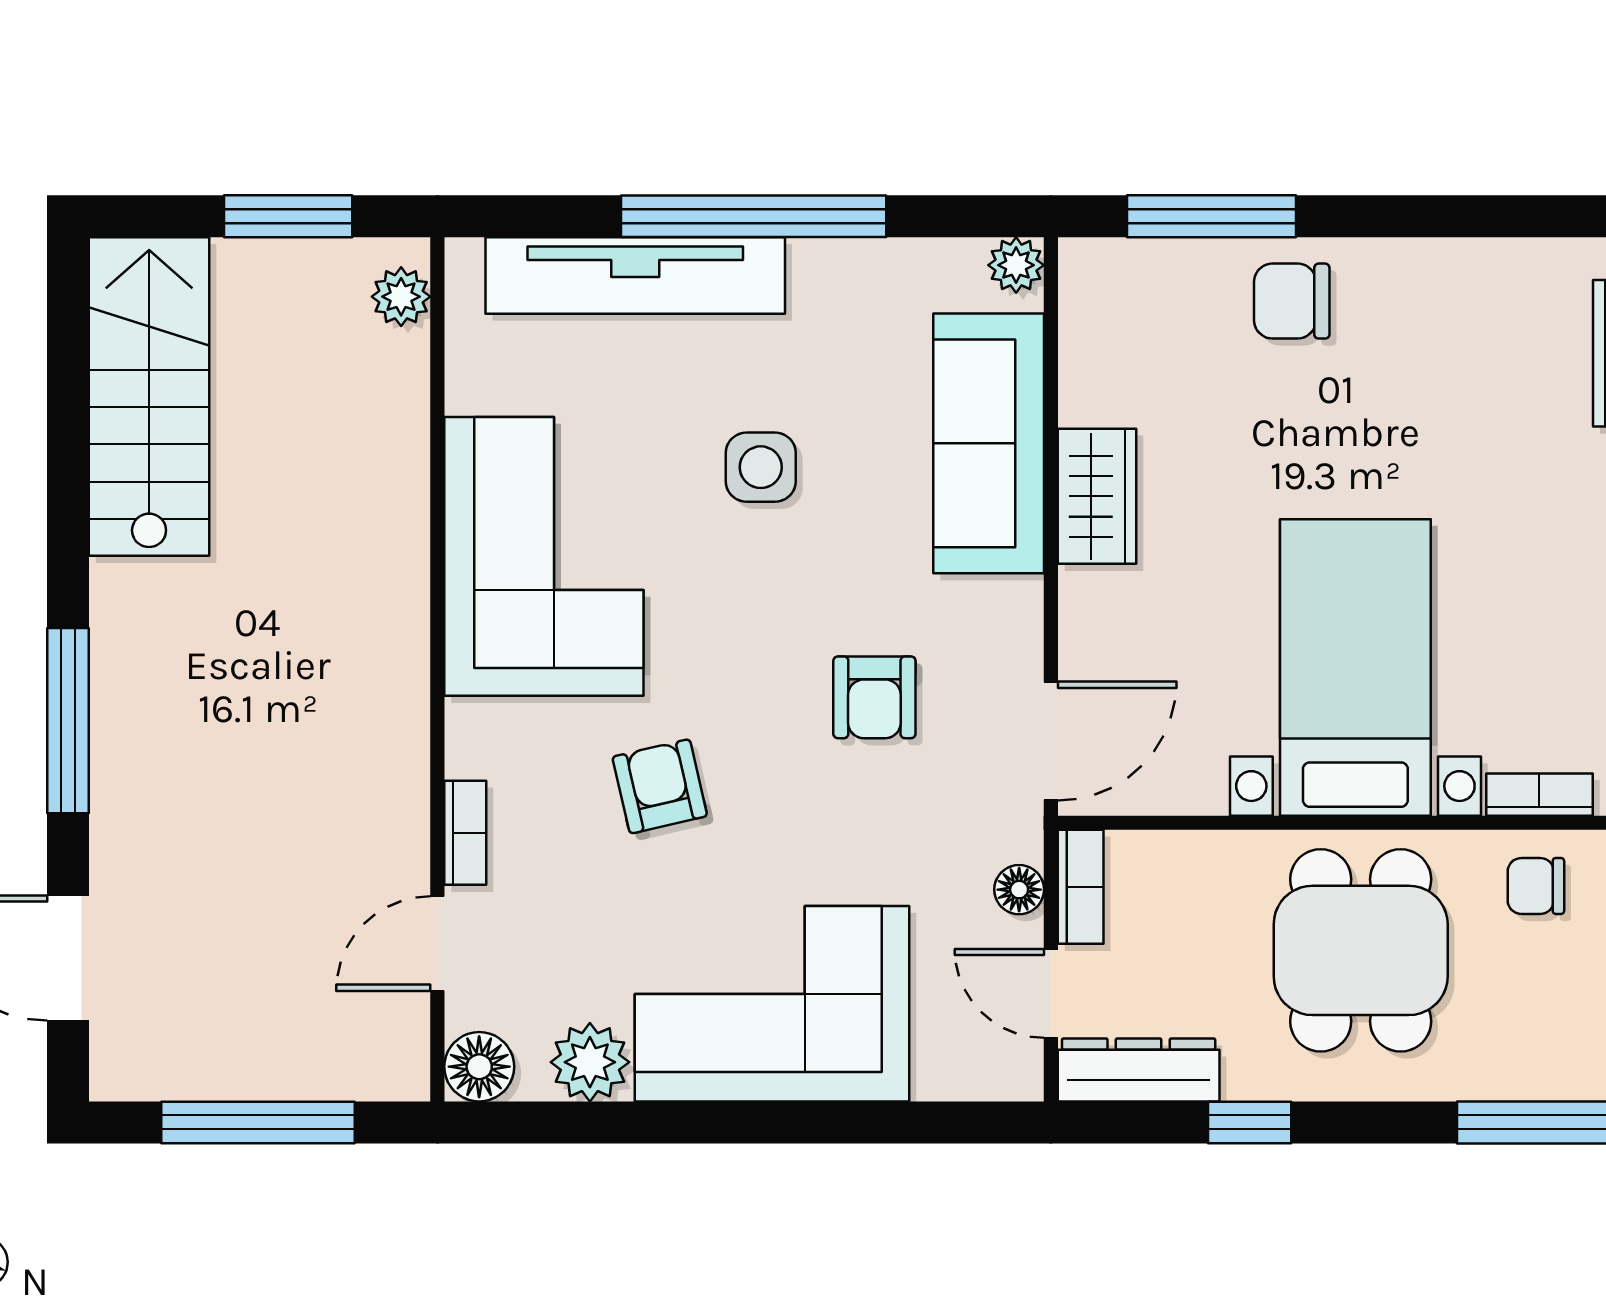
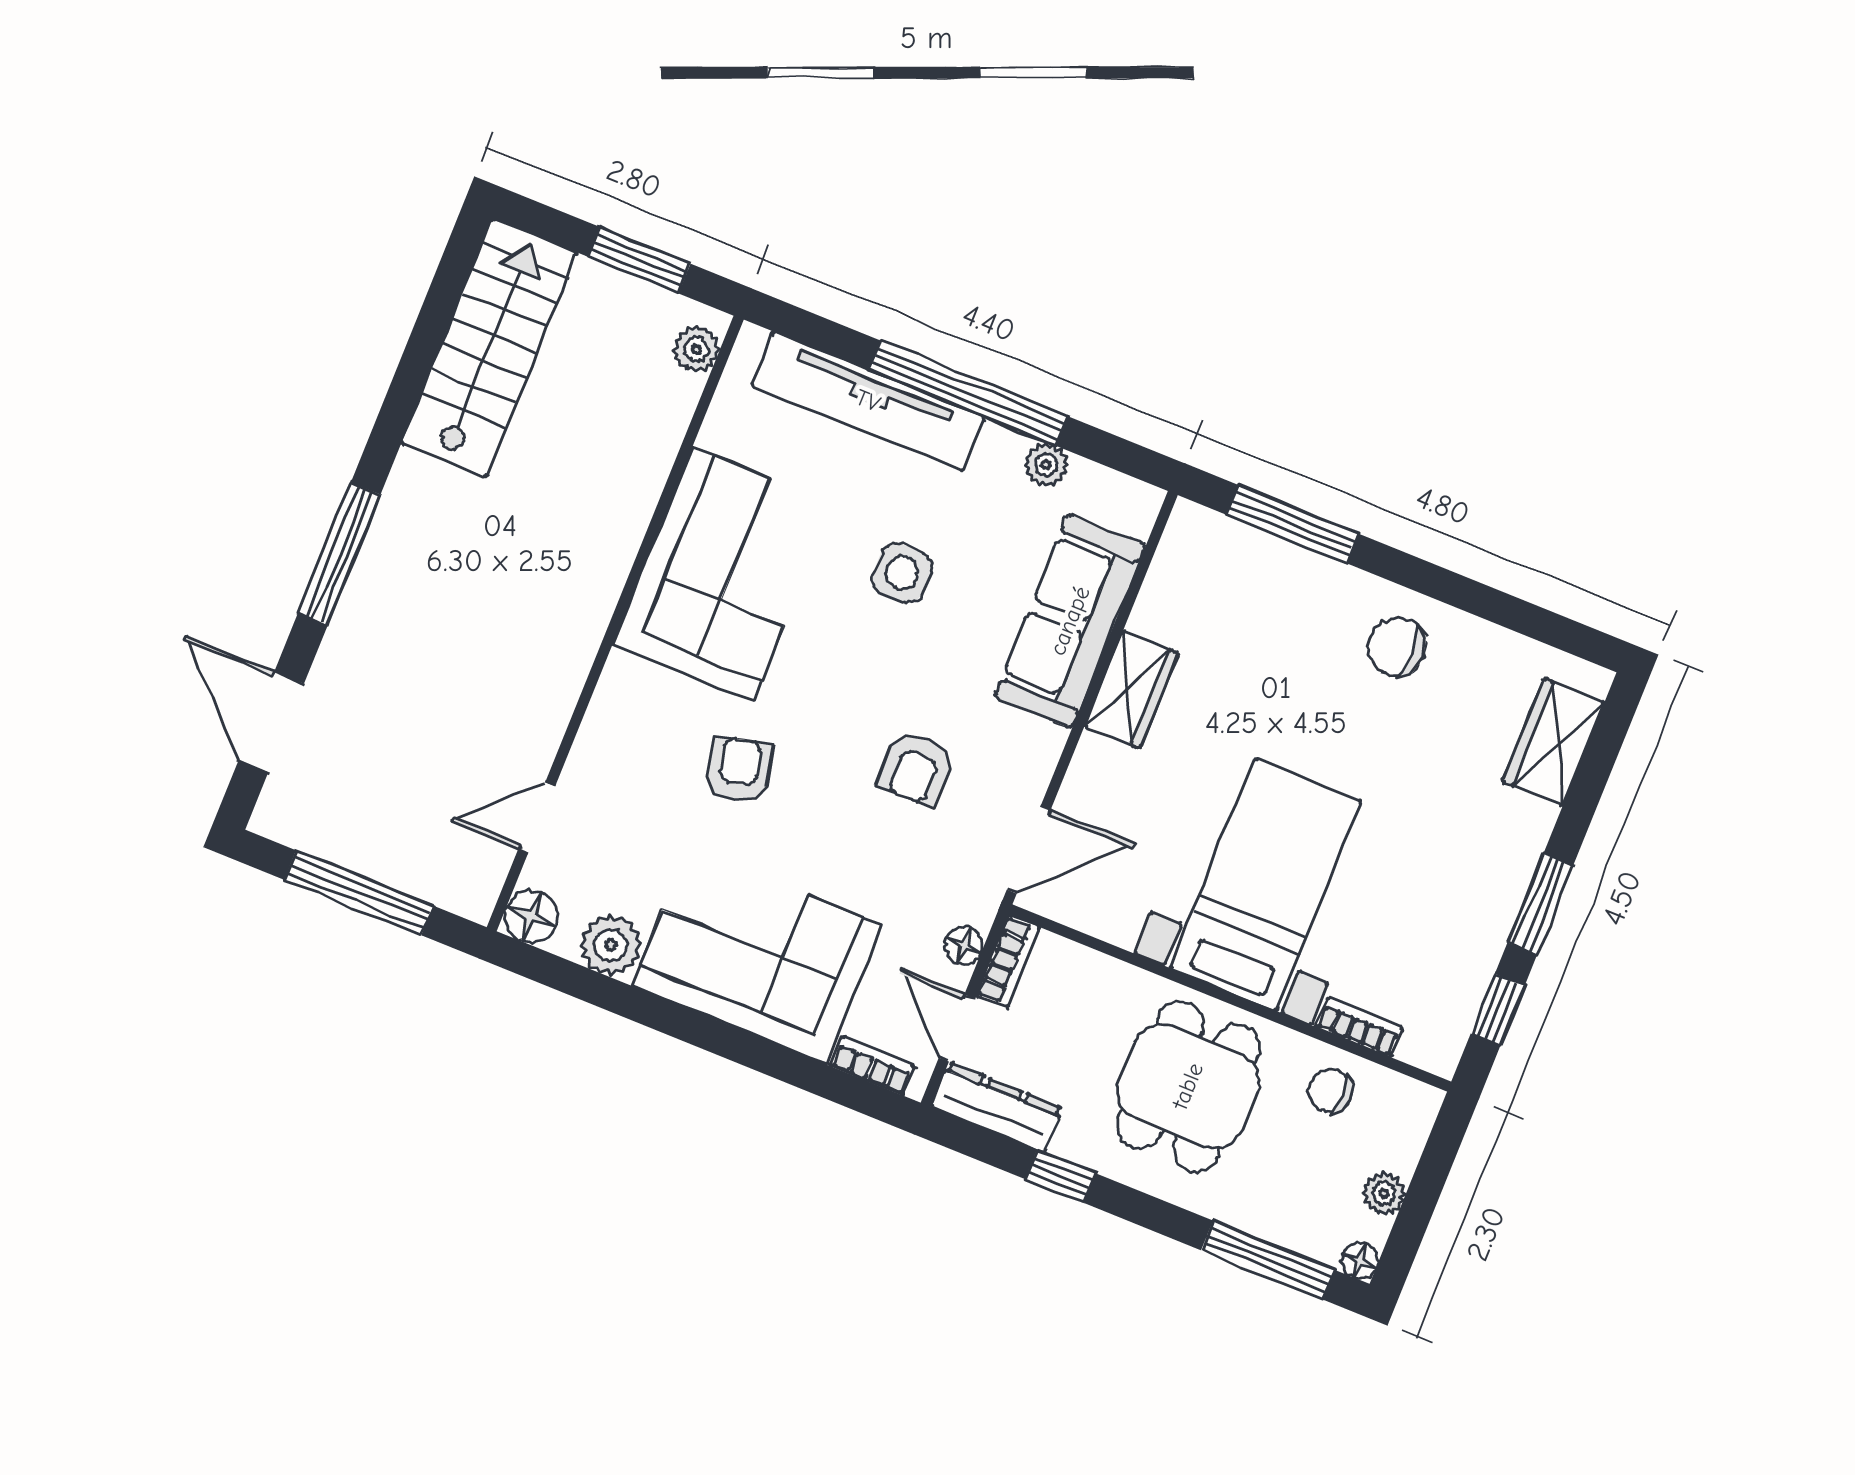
plant: (1016, 265) -> (1046, 465), moved
chair: (1292, 301) -> (1396, 647), moved
bookcase: (465, 833) -> (872, 1066), moved, turned -90

